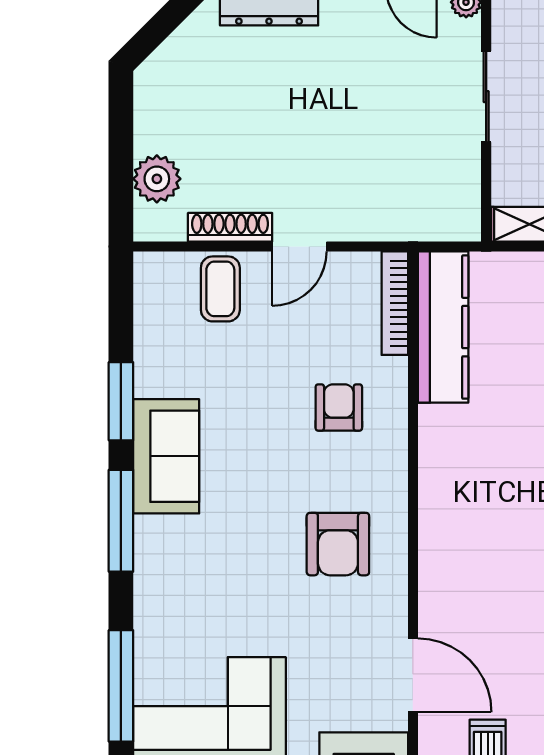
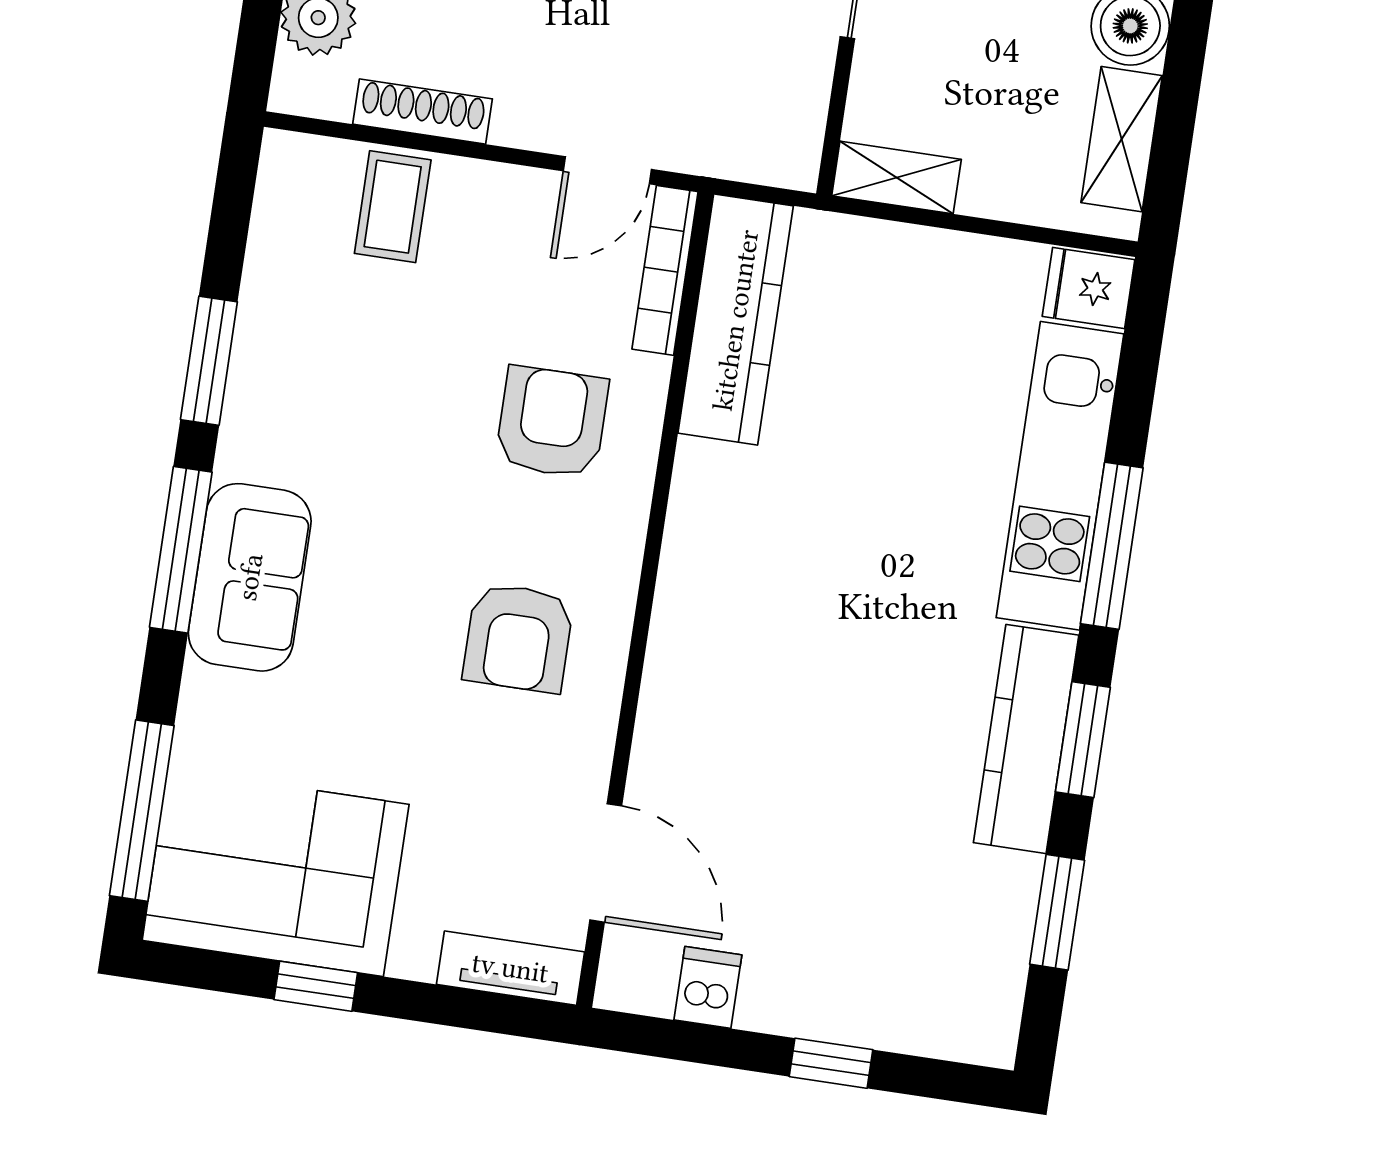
door: (299, 246) -> (607, 170), moved
armchair: (339, 407) -> (552, 422), width x1.38, depth x1.38
sofa: (166, 456) -> (250, 577), moved

